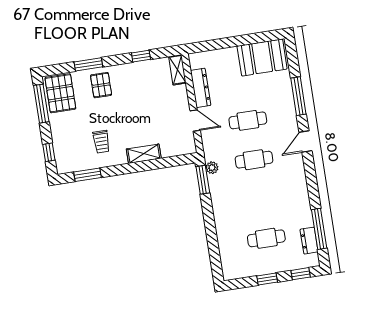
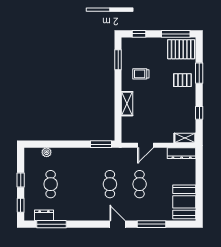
dresser: (201, 88) -> (182, 153), moved
plant: (212, 168) -> (47, 152), moved

